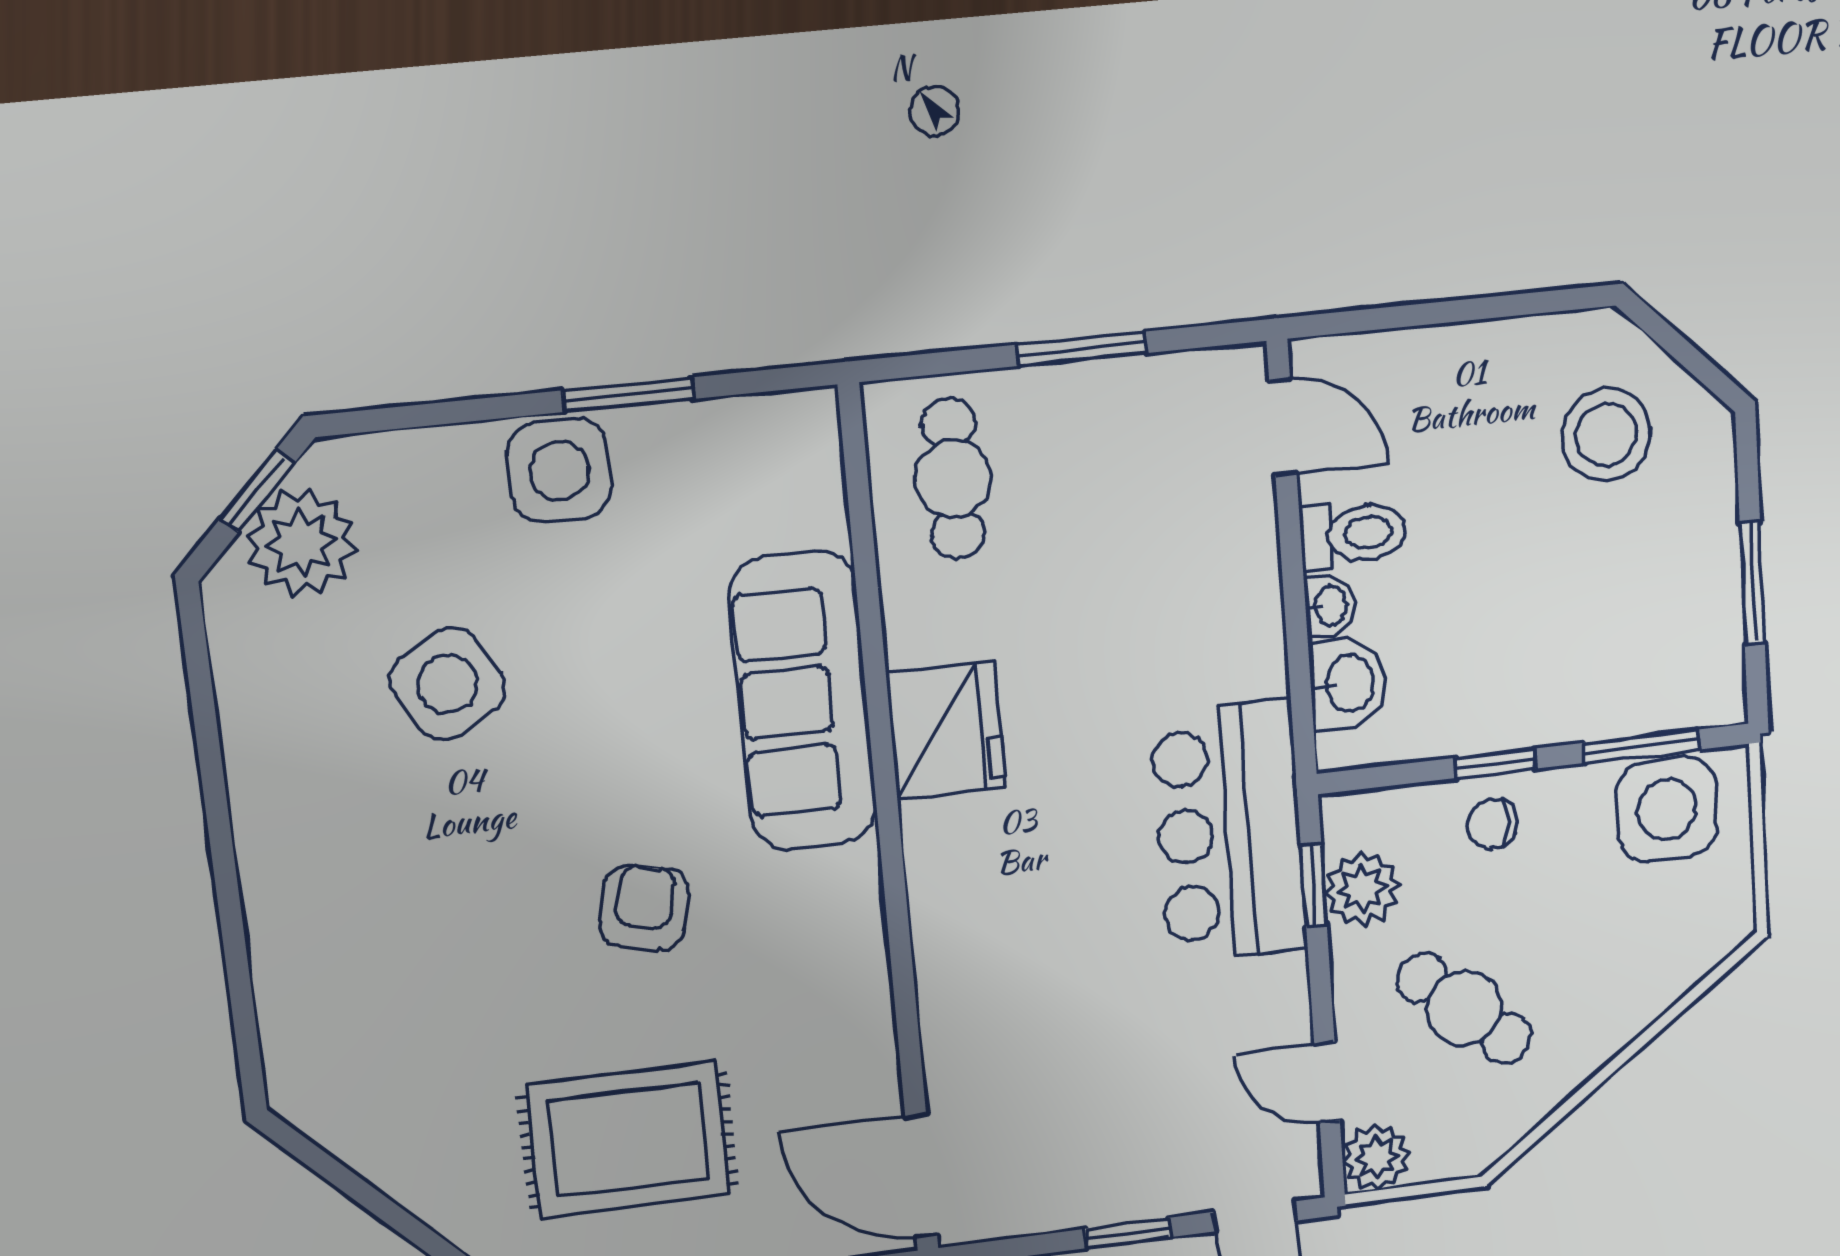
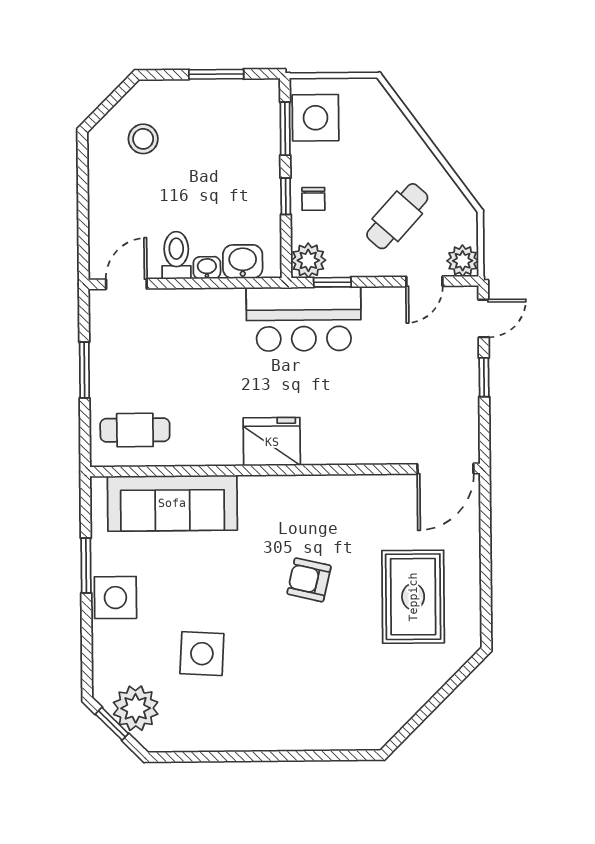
stool: (1606, 434) -> (143, 139), width x0.73, depth x0.73
side table: (448, 684) -> (202, 654), turned 33
sofa: (803, 701) -> (172, 503), moved
fridge: (946, 730) -> (272, 442), moved
plant: (1362, 889) -> (308, 260), moved

